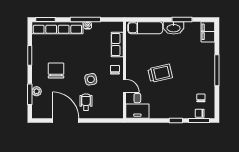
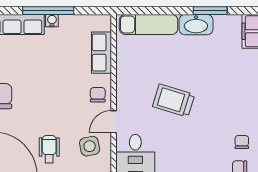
trolley: (160, 73) -> (173, 101), turned -150
side table: (91, 79) -> (90, 146), moved
door: (124, 86) -> (114, 122), swing flipped

